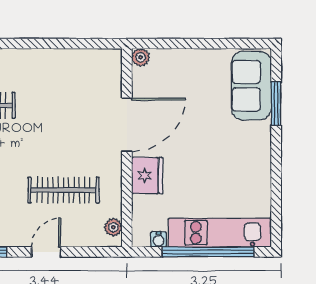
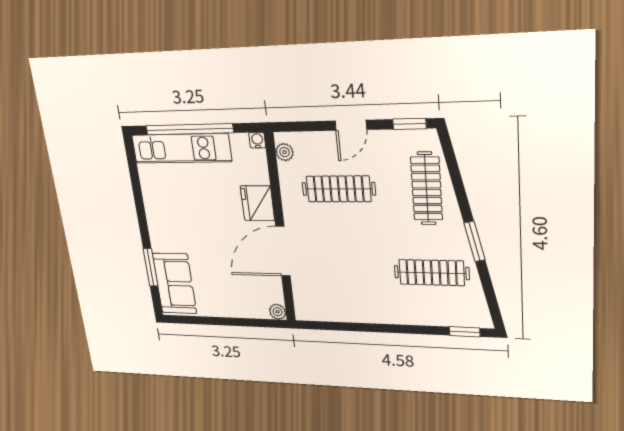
water cooler: (159, 239) -> (257, 140), moved

